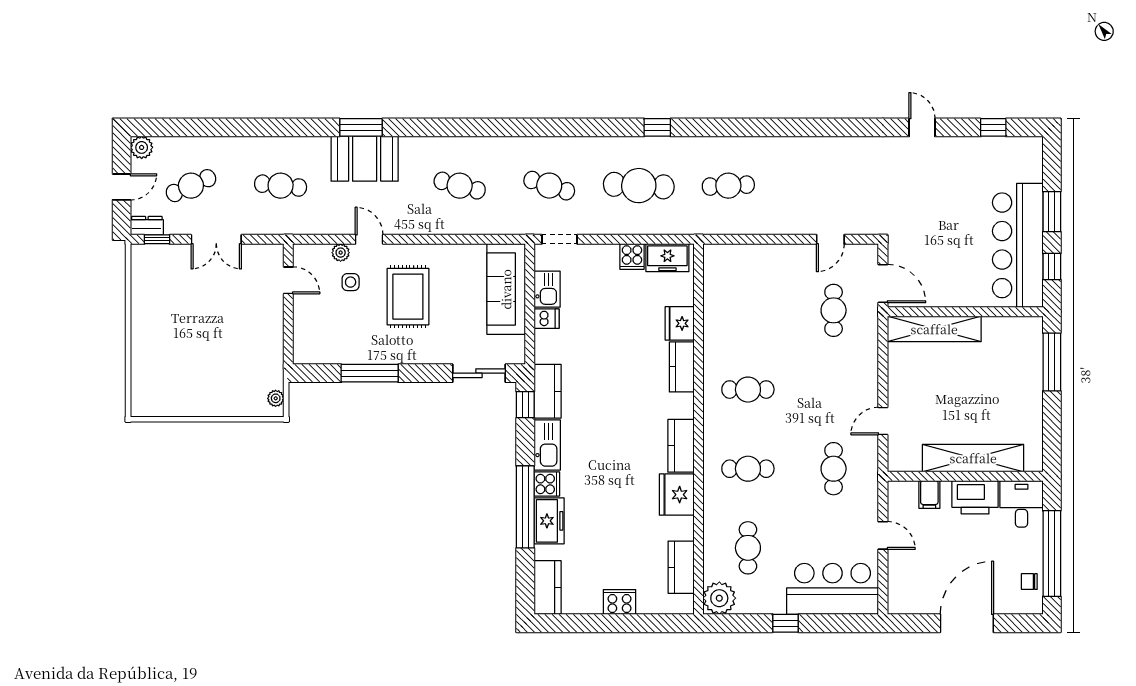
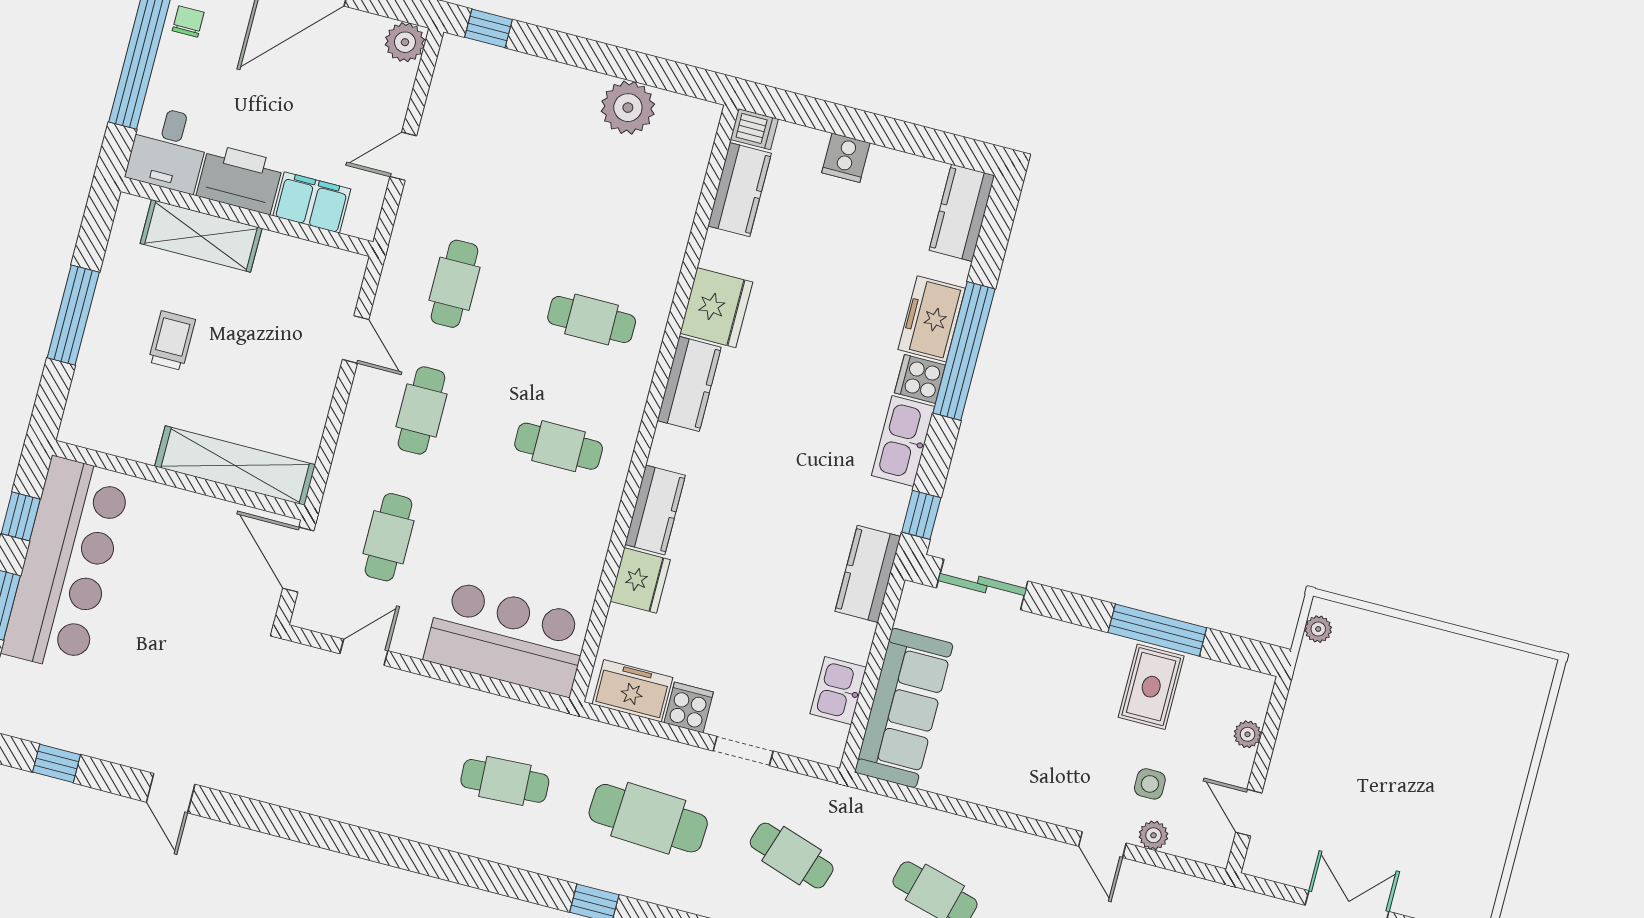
doorway: (560, 239) -> (743, 751), moved
rug: (408, 297) -> (1151, 687), moved, width x0.73, depth x0.70
dishwasher: (547, 319) -> (754, 129), moved, turned 180
plant: (301, 326) -> (1248, 734), added
window: (1052, 362) -> (73, 315), moved
kitchen counter: (548, 391) -> (868, 574), moved
trolley: (990, 392) -> (172, 341), added
door: (883, 421) -> (356, 339), hinge flipped
shelving: (973, 458) -> (201, 236), width x0.68
filing cabinet: (929, 495) -> (312, 202), width x2.00
door: (883, 535) -> (403, 156), hinge flipped
cafe table: (748, 548) -> (421, 410), moved
chair: (1029, 582) -> (188, 21), turned -90
bar counter: (833, 589) -> (507, 638), moved, turned 180
plant: (719, 598) -> (628, 108), moved
cooker: (619, 602) -> (846, 158), width x0.73
plant: (899, 602) -> (405, 42), added
window: (785, 623) -> (489, 28), moved

